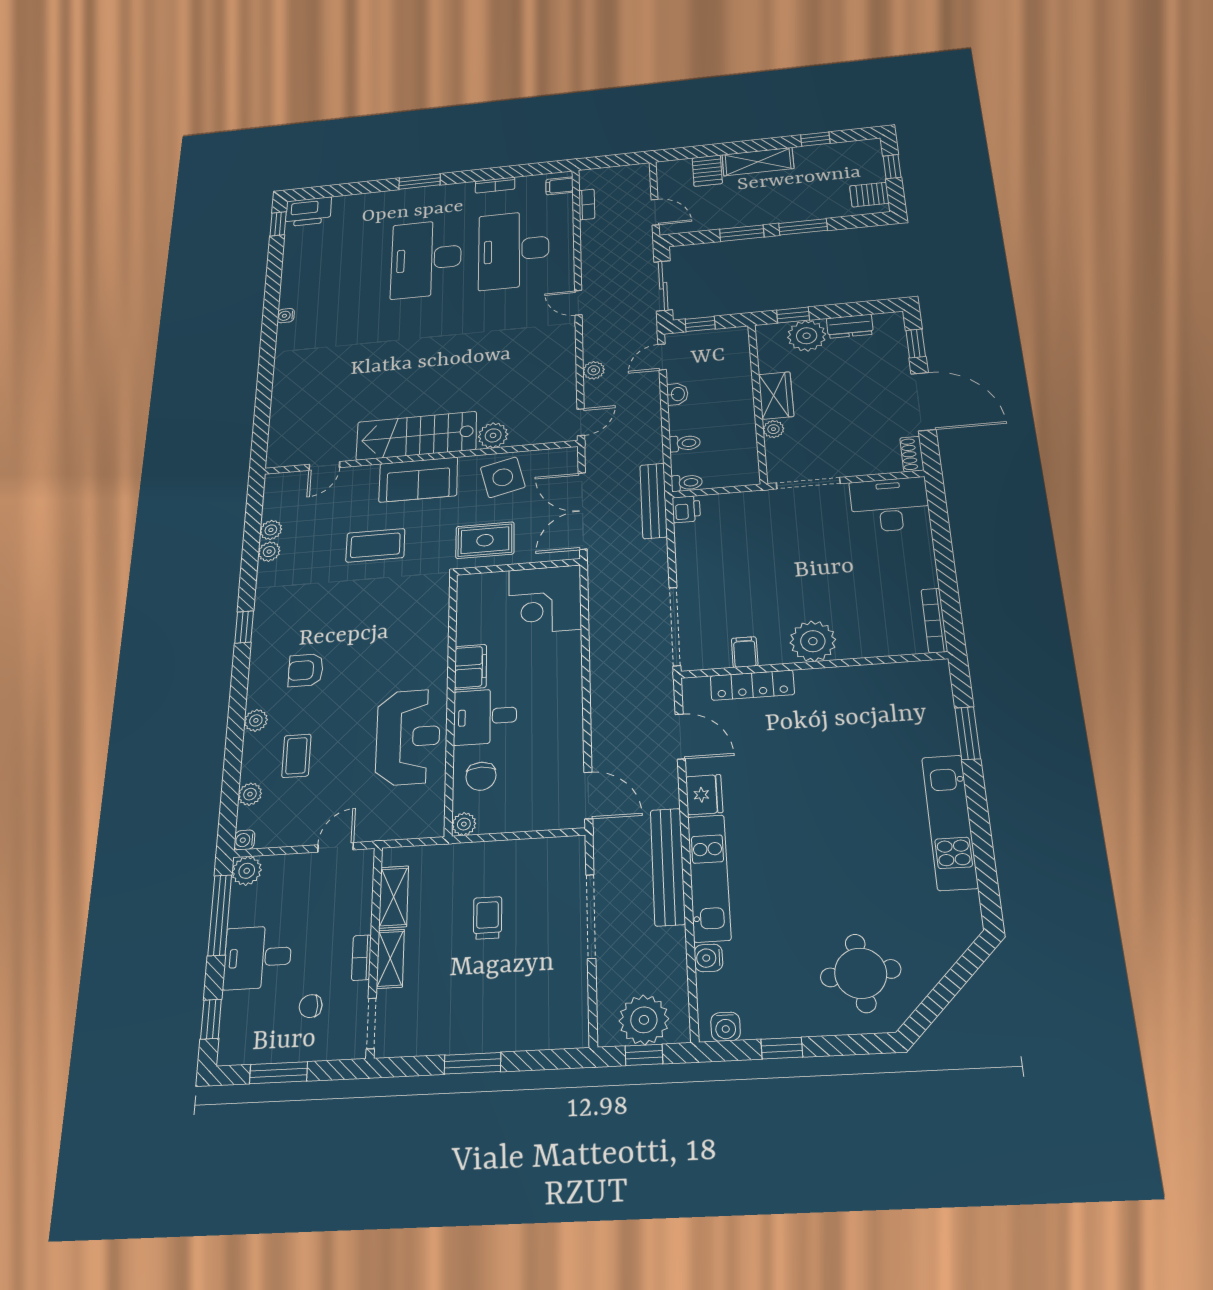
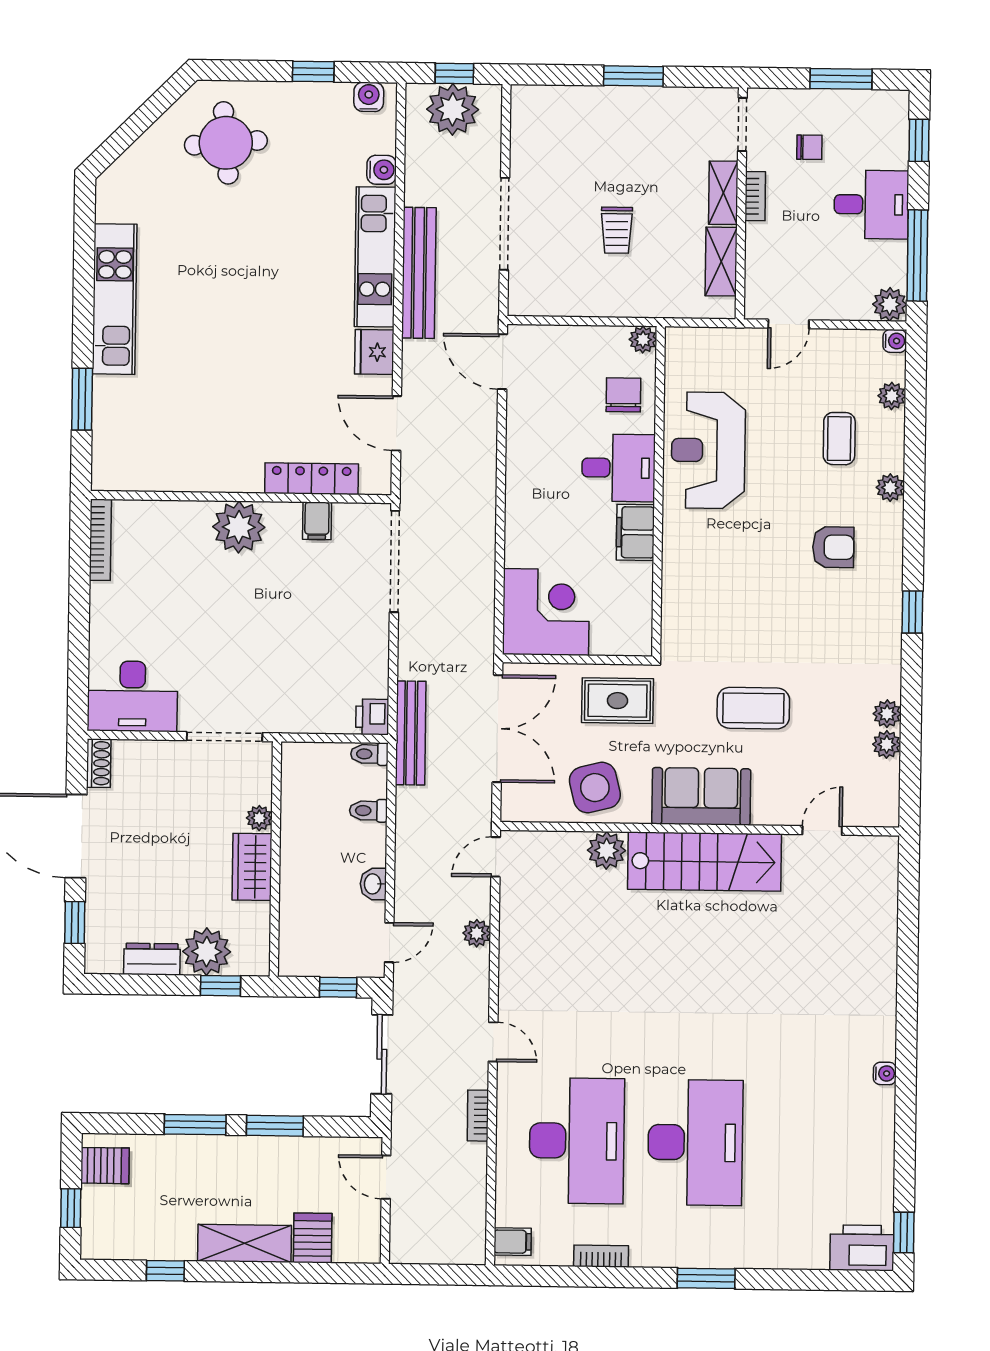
bookcase: (587, 204) -> (478, 1116), moved

